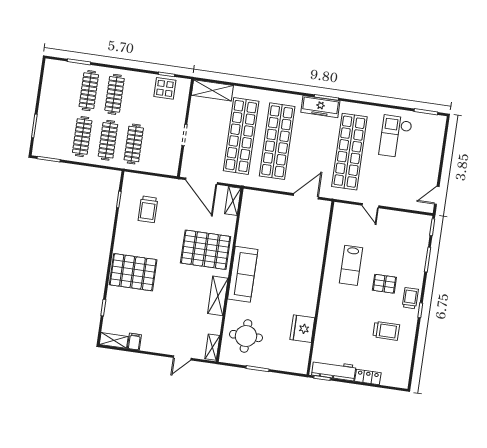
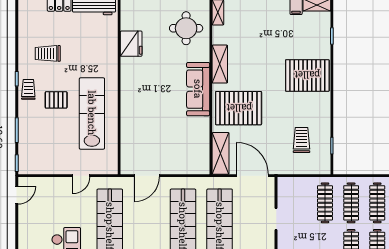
shelving: (233, 201) -> (221, 153), width x1.50, depth x1.33
door: (370, 206) -> (81, 176), swing flipped
lab bench: (351, 265) -> (92, 113), width x1.86, depth x1.39
trolley: (410, 298) -> (28, 89), turned 180

